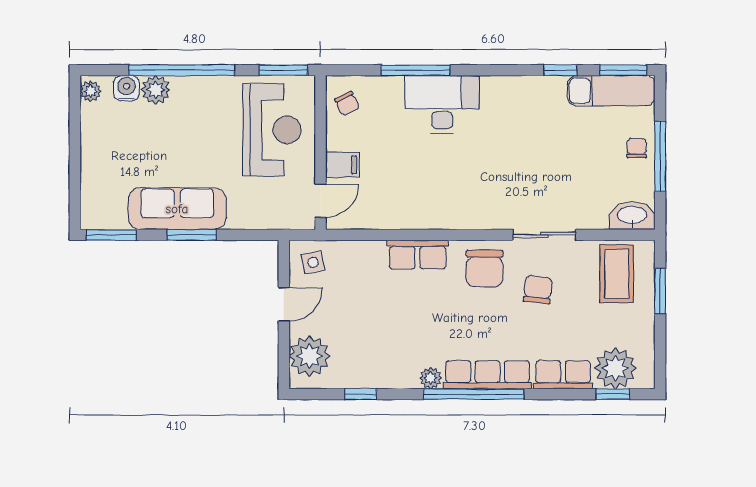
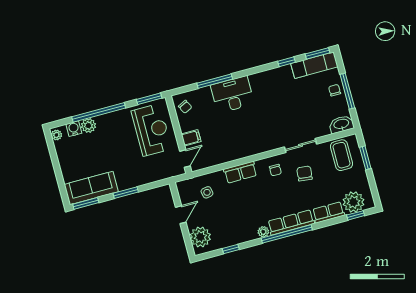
sofa: (177, 209) -> (91, 188), moved
side table: (313, 262) -> (207, 192), moved
chair: (485, 268) -> (275, 170), width x0.54, depth x0.54

